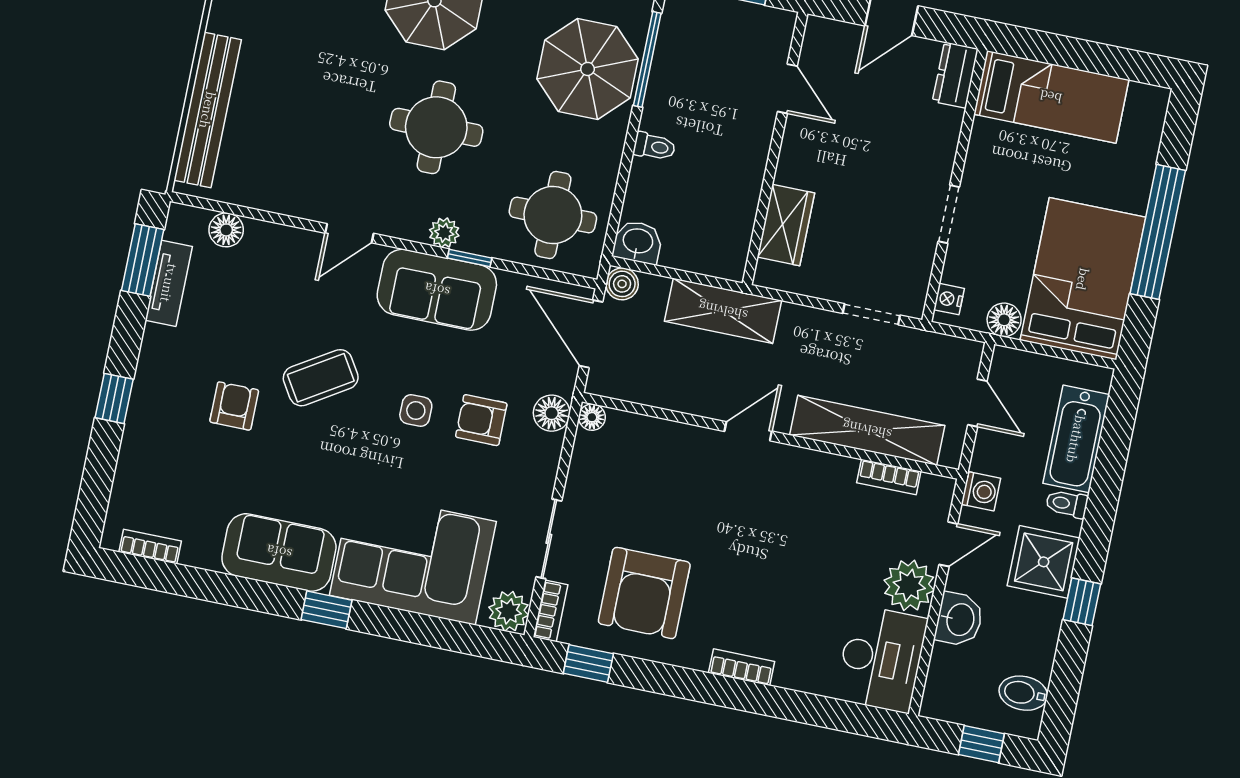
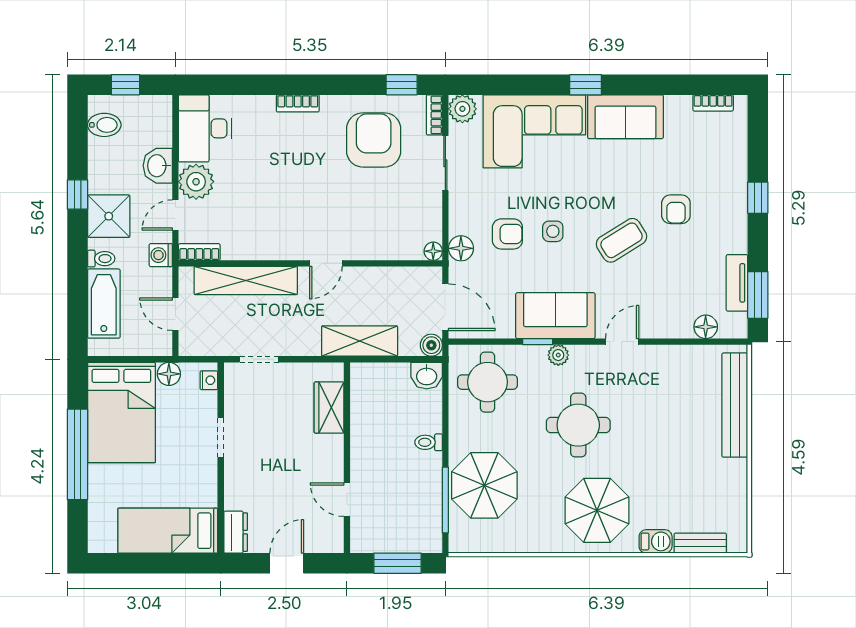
bookcase: (889, 477) -> (199, 252), moved

